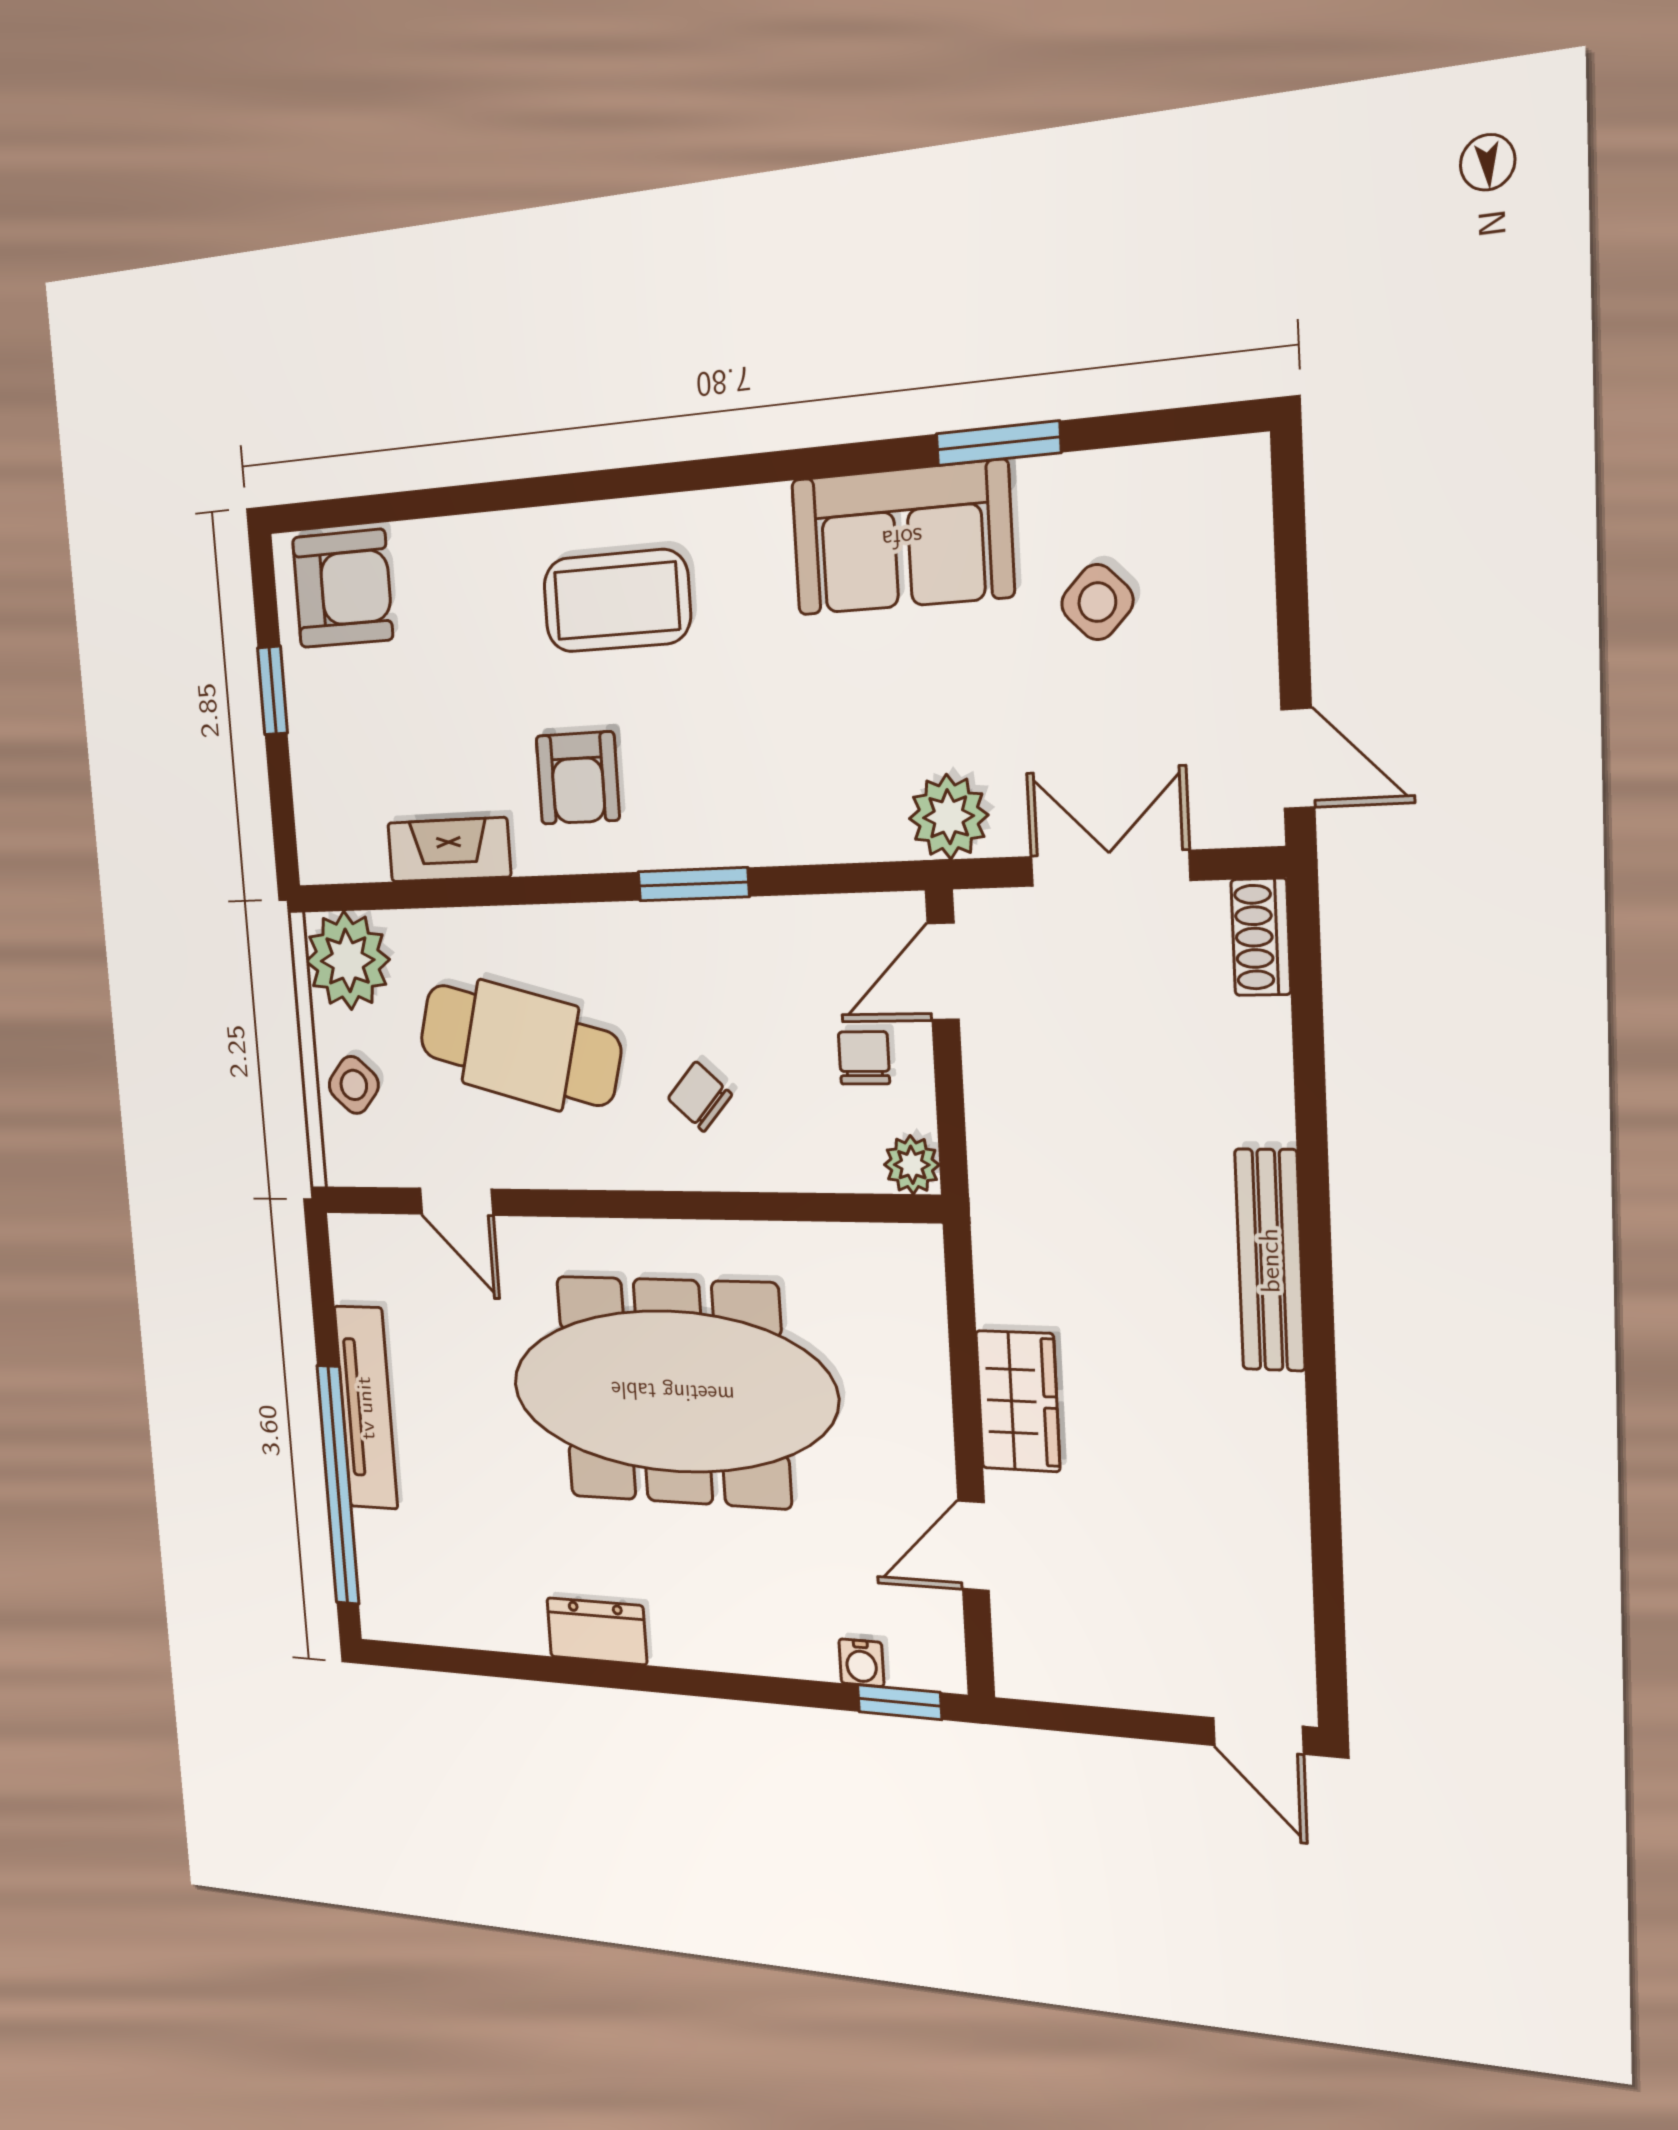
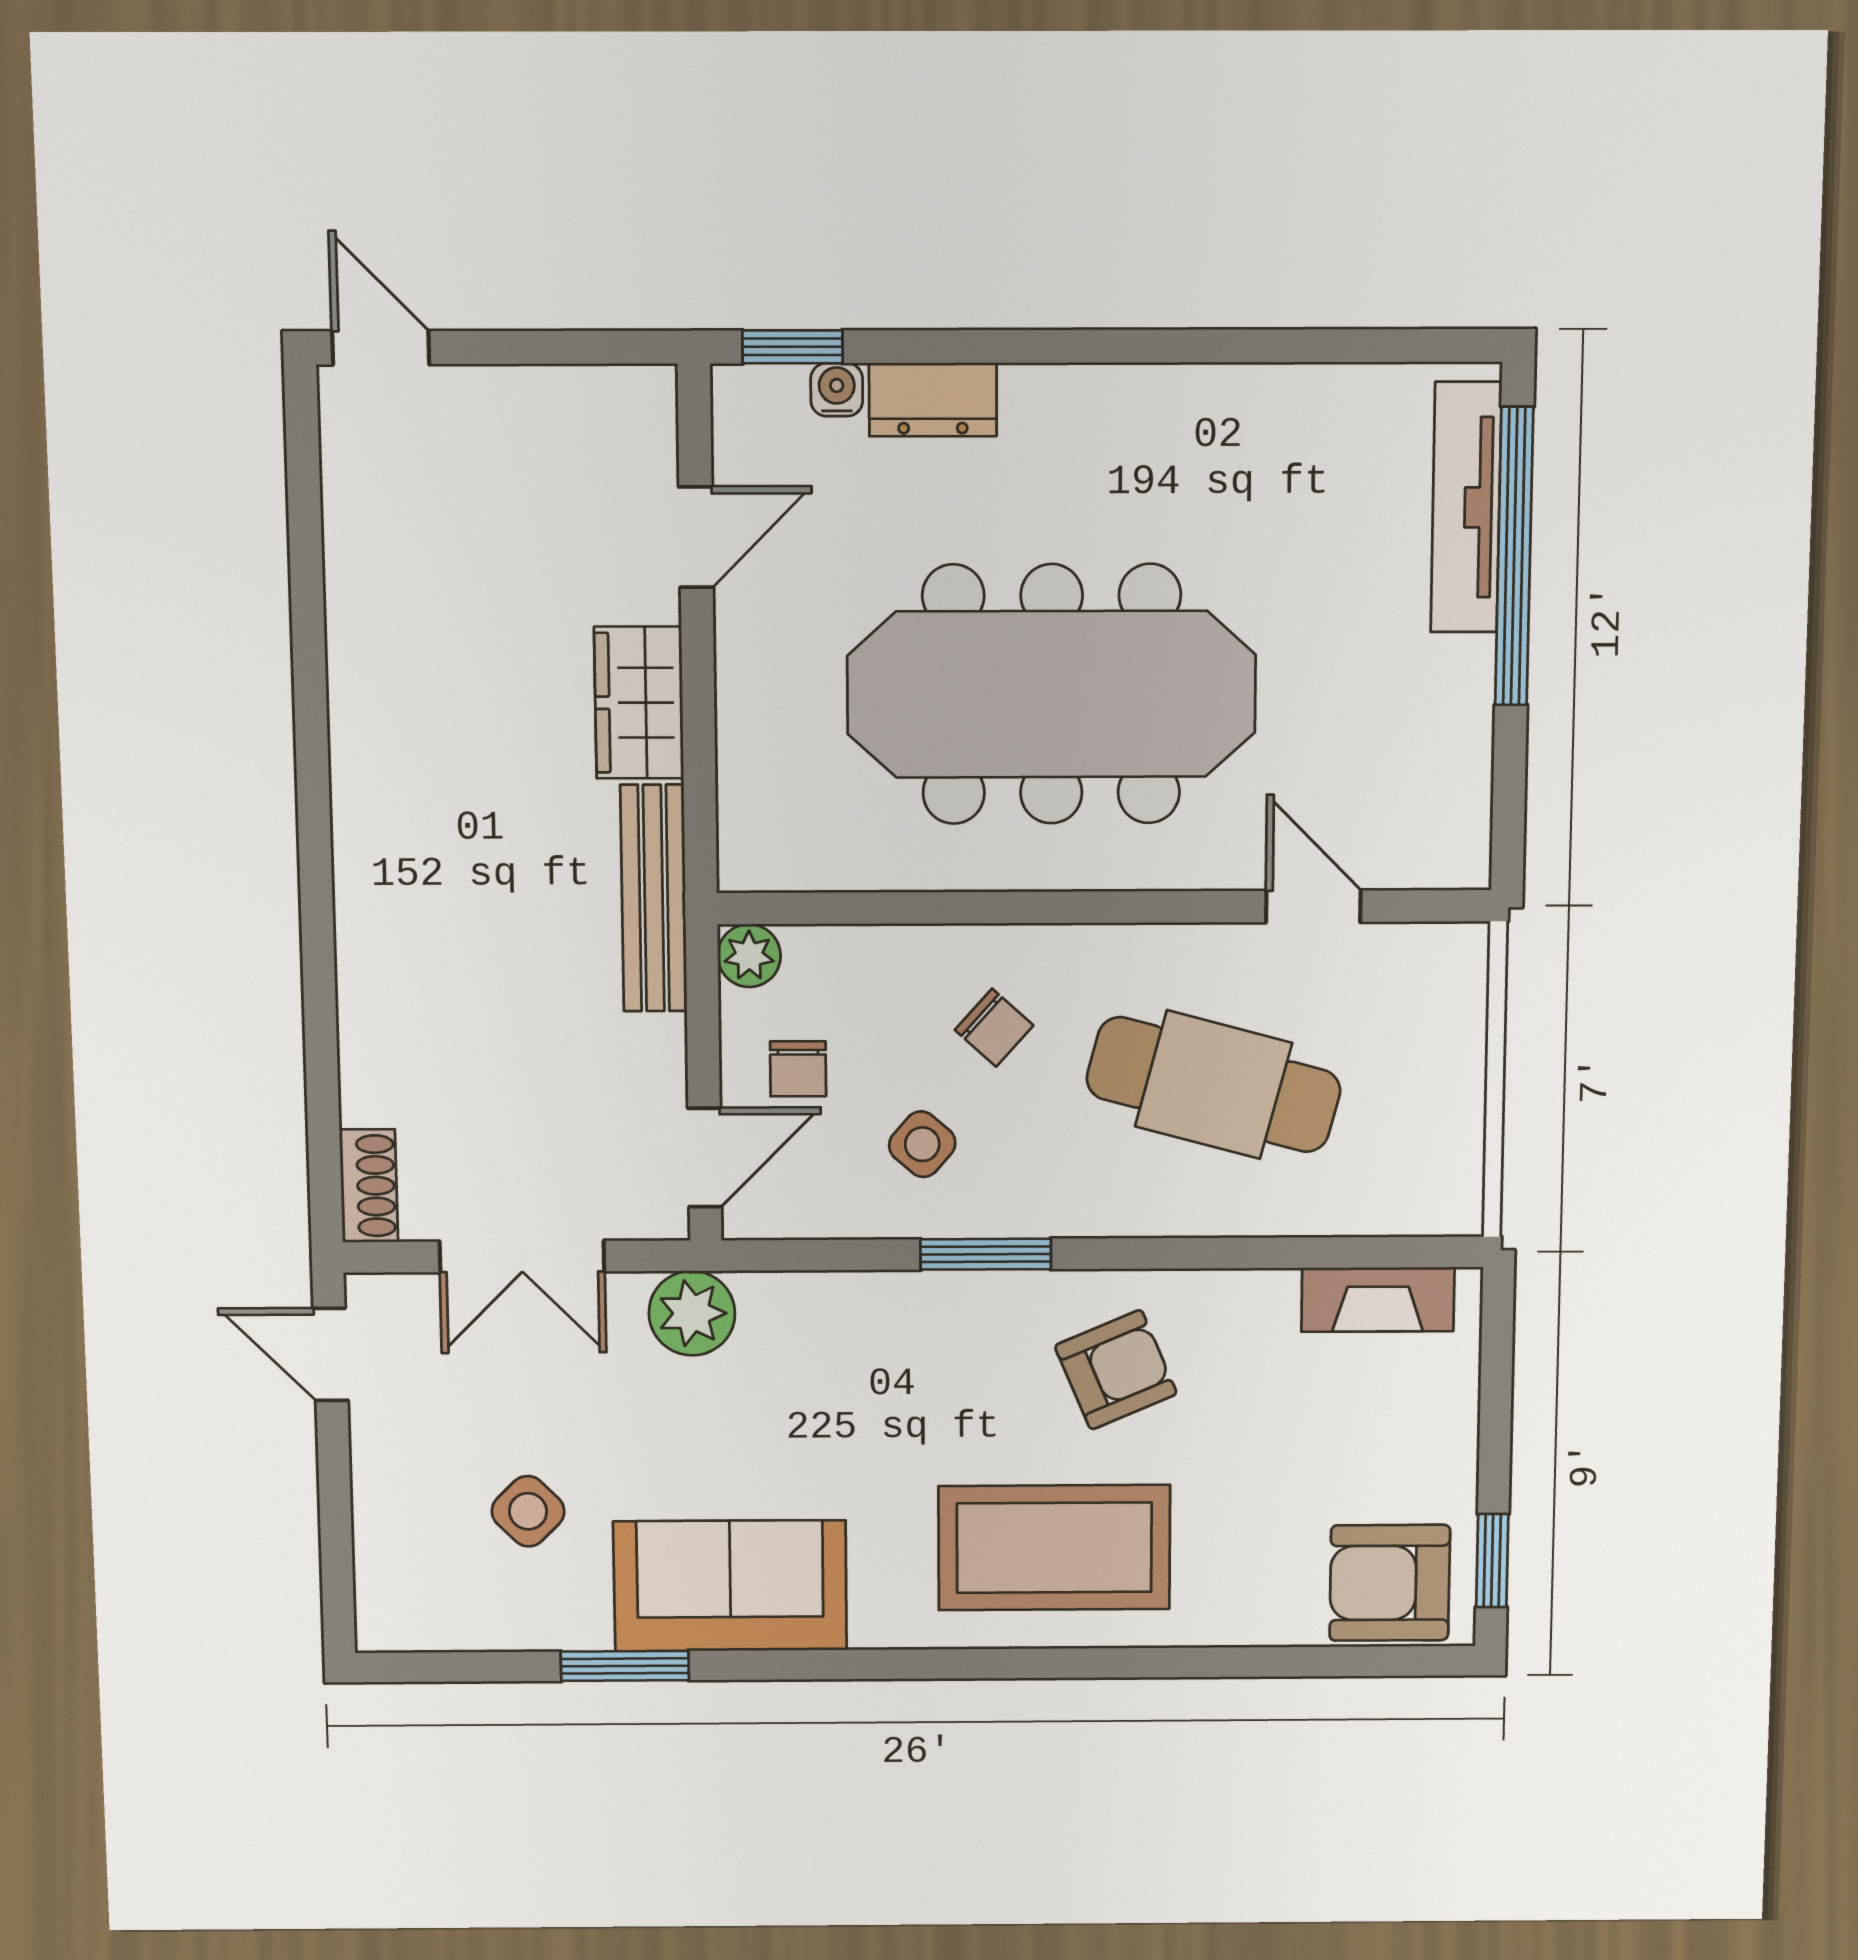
coffee table: (617, 601) -> (1054, 1548), width x1.36, depth x1.32
window: (273, 691) -> (1492, 1561), moved
armchair: (578, 778) -> (1116, 1370), turned 67
fireplace: (449, 850) -> (1378, 1299), moved
plant: (348, 960) -> (1429, 1182), removed
side table: (354, 1085) -> (922, 1144), moved
bench: (1270, 1260) -> (654, 898), moved
tv unit: (366, 1408) -> (1466, 507), moved
dresser: (597, 1631) -> (933, 400), moved

